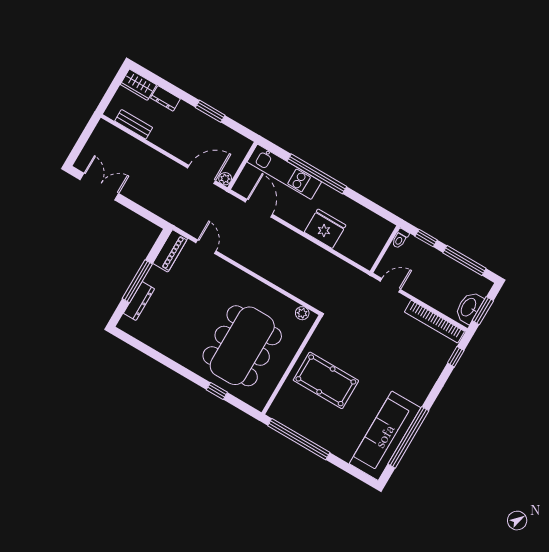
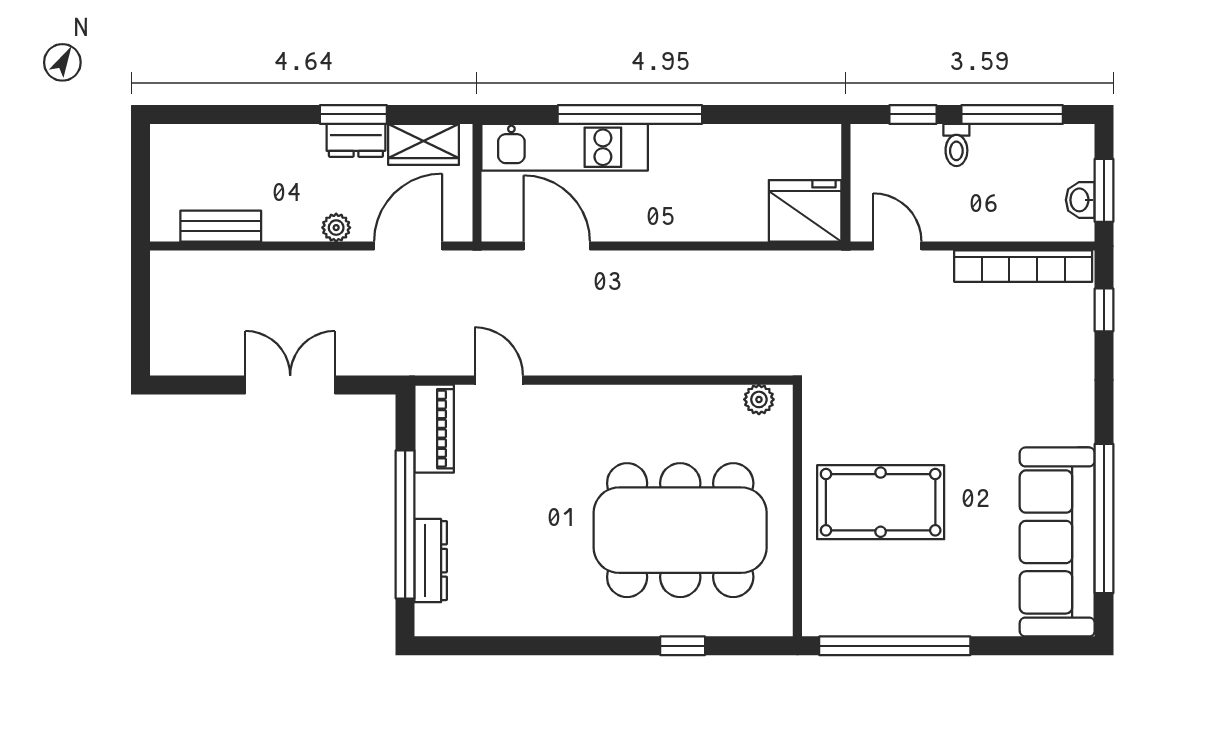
wardrobe: (138, 85) -> (424, 144), moved
dresser: (165, 98) -> (356, 140), moved
plant: (225, 179) -> (336, 228), moved
double door: (99, 187) -> (290, 385), moved
fridge: (325, 229) -> (805, 211), moved
toilet: (400, 239) -> (956, 145), moved
window: (137, 281) -> (405, 524), width x1.46
door: (390, 285) -> (897, 246), hinge flipped
washbasin: (469, 307) -> (1080, 200), width x0.52, depth x0.69
dining table: (242, 346) -> (680, 530), turned 90

